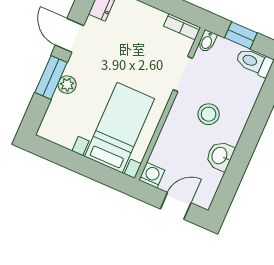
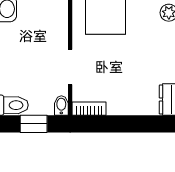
stool: (209, 114) -> (32, 41), removed

